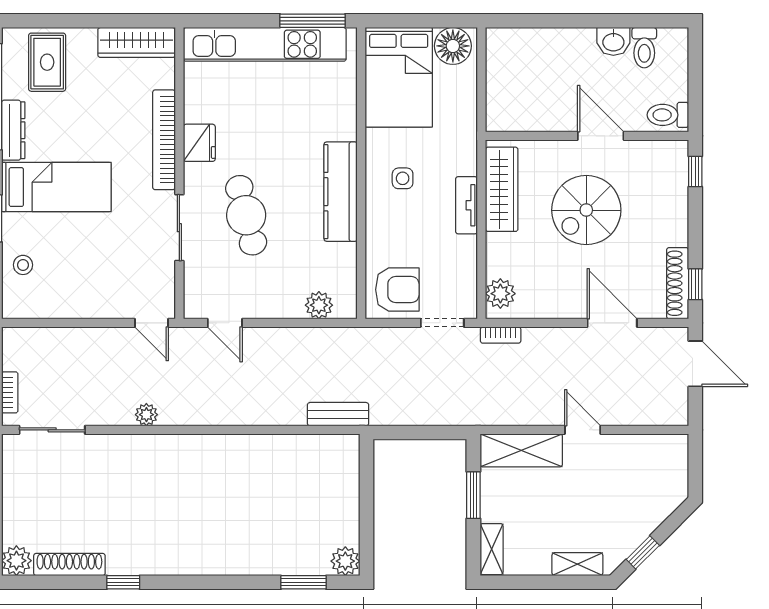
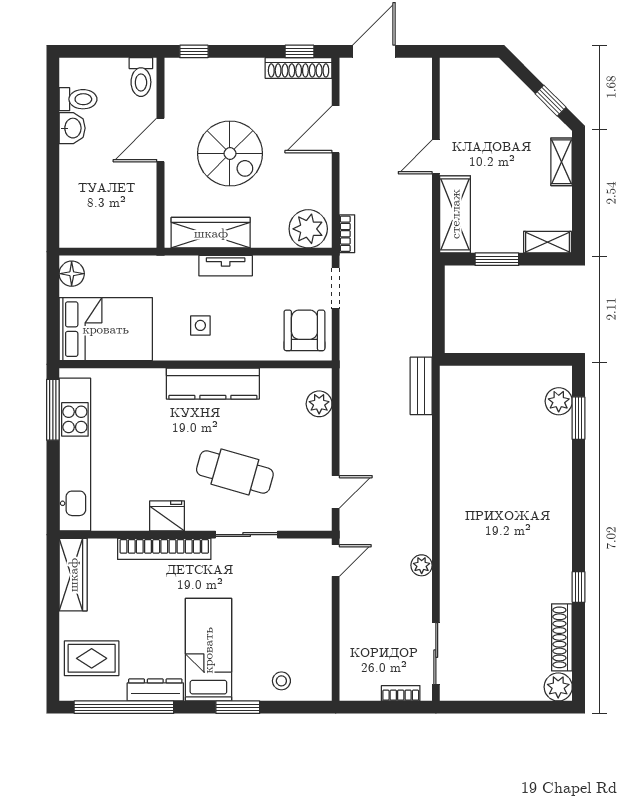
floor lamp: (453, 46) -> (72, 274), width x0.73, depth x0.73
cafe table: (246, 215) -> (235, 472), turned 30
plant: (500, 294) -> (308, 229), width x1.36, depth x1.36
plant: (345, 561) -> (559, 401), moved

